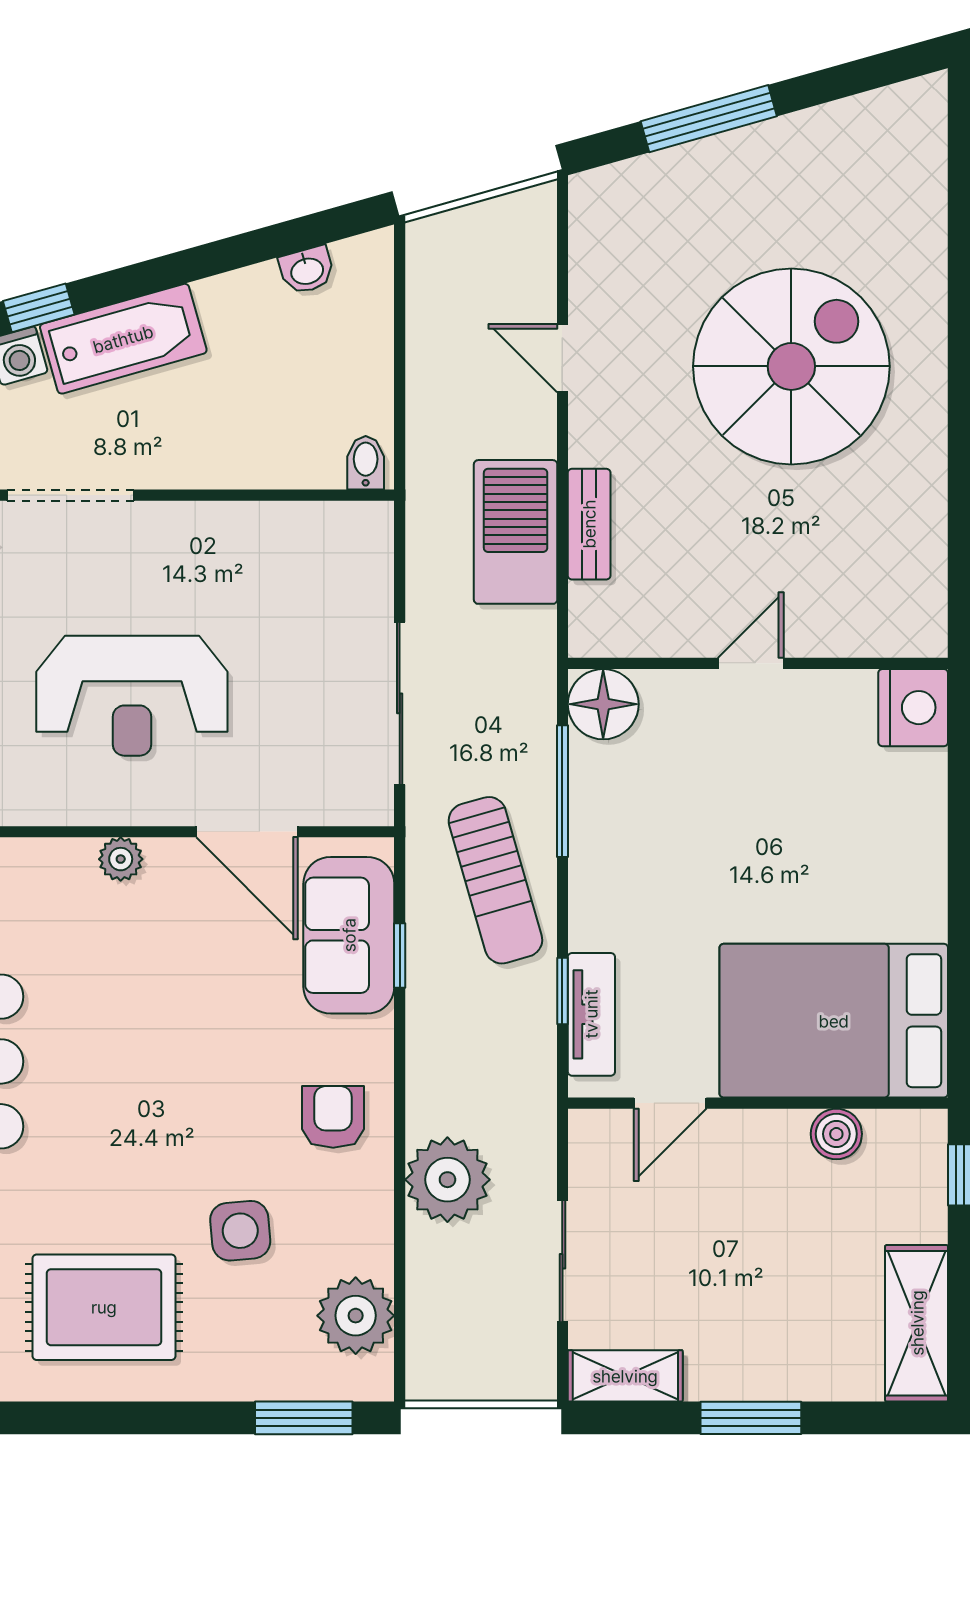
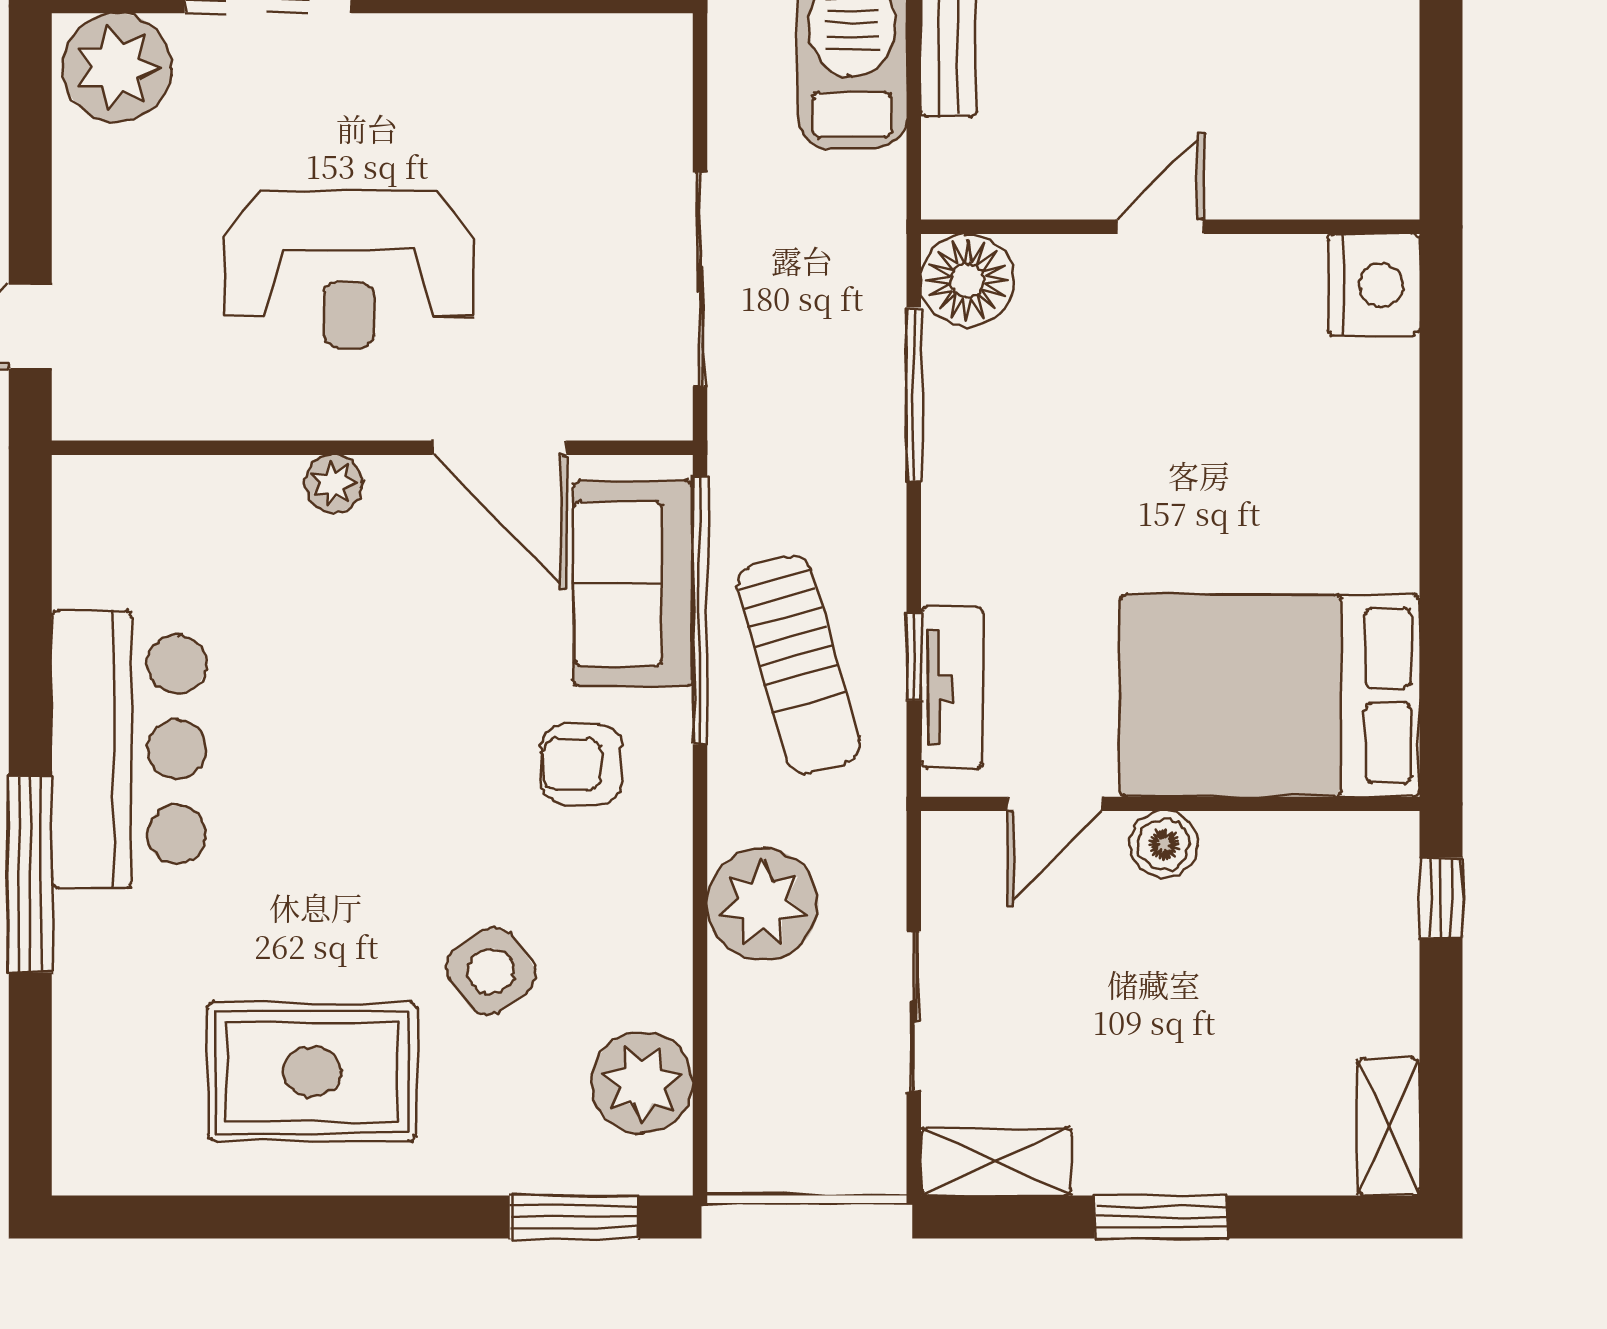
sun lounger: (495, 880) -> (799, 665), moved
window: (400, 955) -> (700, 610), width x3.17
armchair: (333, 1117) -> (582, 764), moved, turned -90
boiler: (836, 1134) -> (1163, 844), moved
side table: (240, 1231) -> (491, 971), turned -31
shelving: (917, 1323) -> (1389, 1127), width x0.67, depth x0.75

